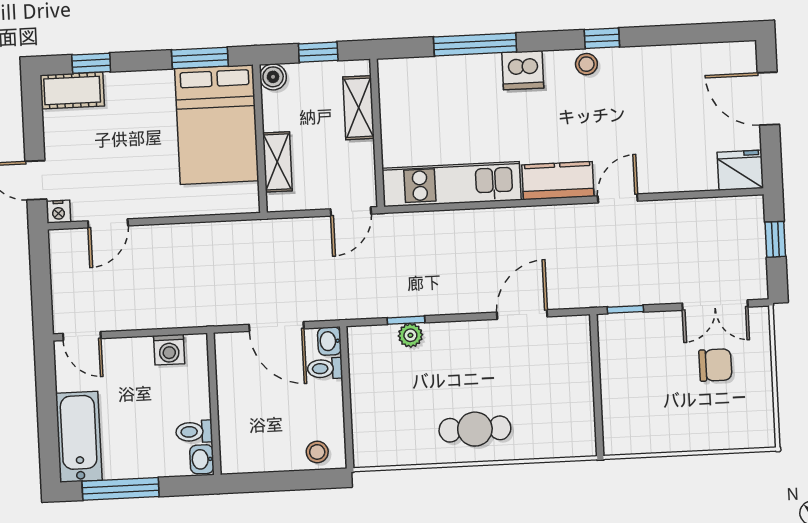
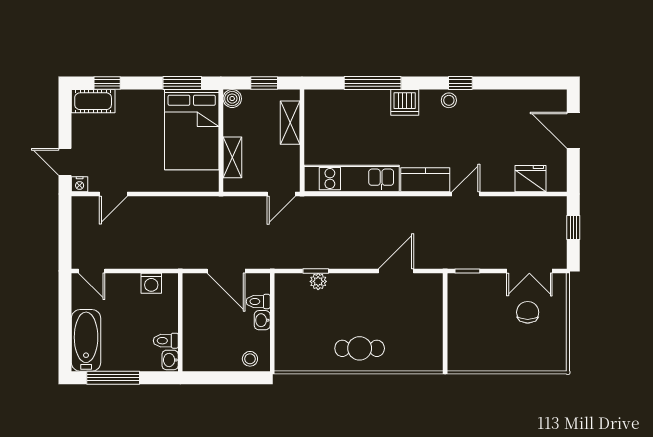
fridge: (740, 170) -> (530, 179), moved
washbasin: (329, 341) -> (262, 320), moved
chair: (715, 365) -> (528, 312), turned -90

